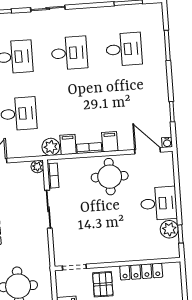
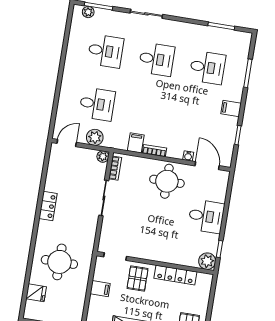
filing cabinet: (110, 142) -> (231, 109), moved, turned -90
water cooler: (167, 142) -> (188, 156), moved
plant: (51, 147) -> (95, 137), moved
plant: (169, 229) -> (207, 261), moved

